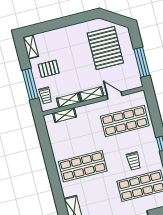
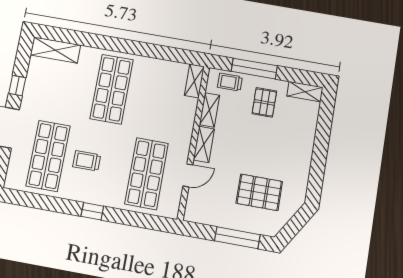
pallet: (105, 48) -> (259, 192), width x0.73, depth x0.71
window: (142, 62) -> (237, 238), moved
shelving: (65, 115) -> (194, 81), moved

